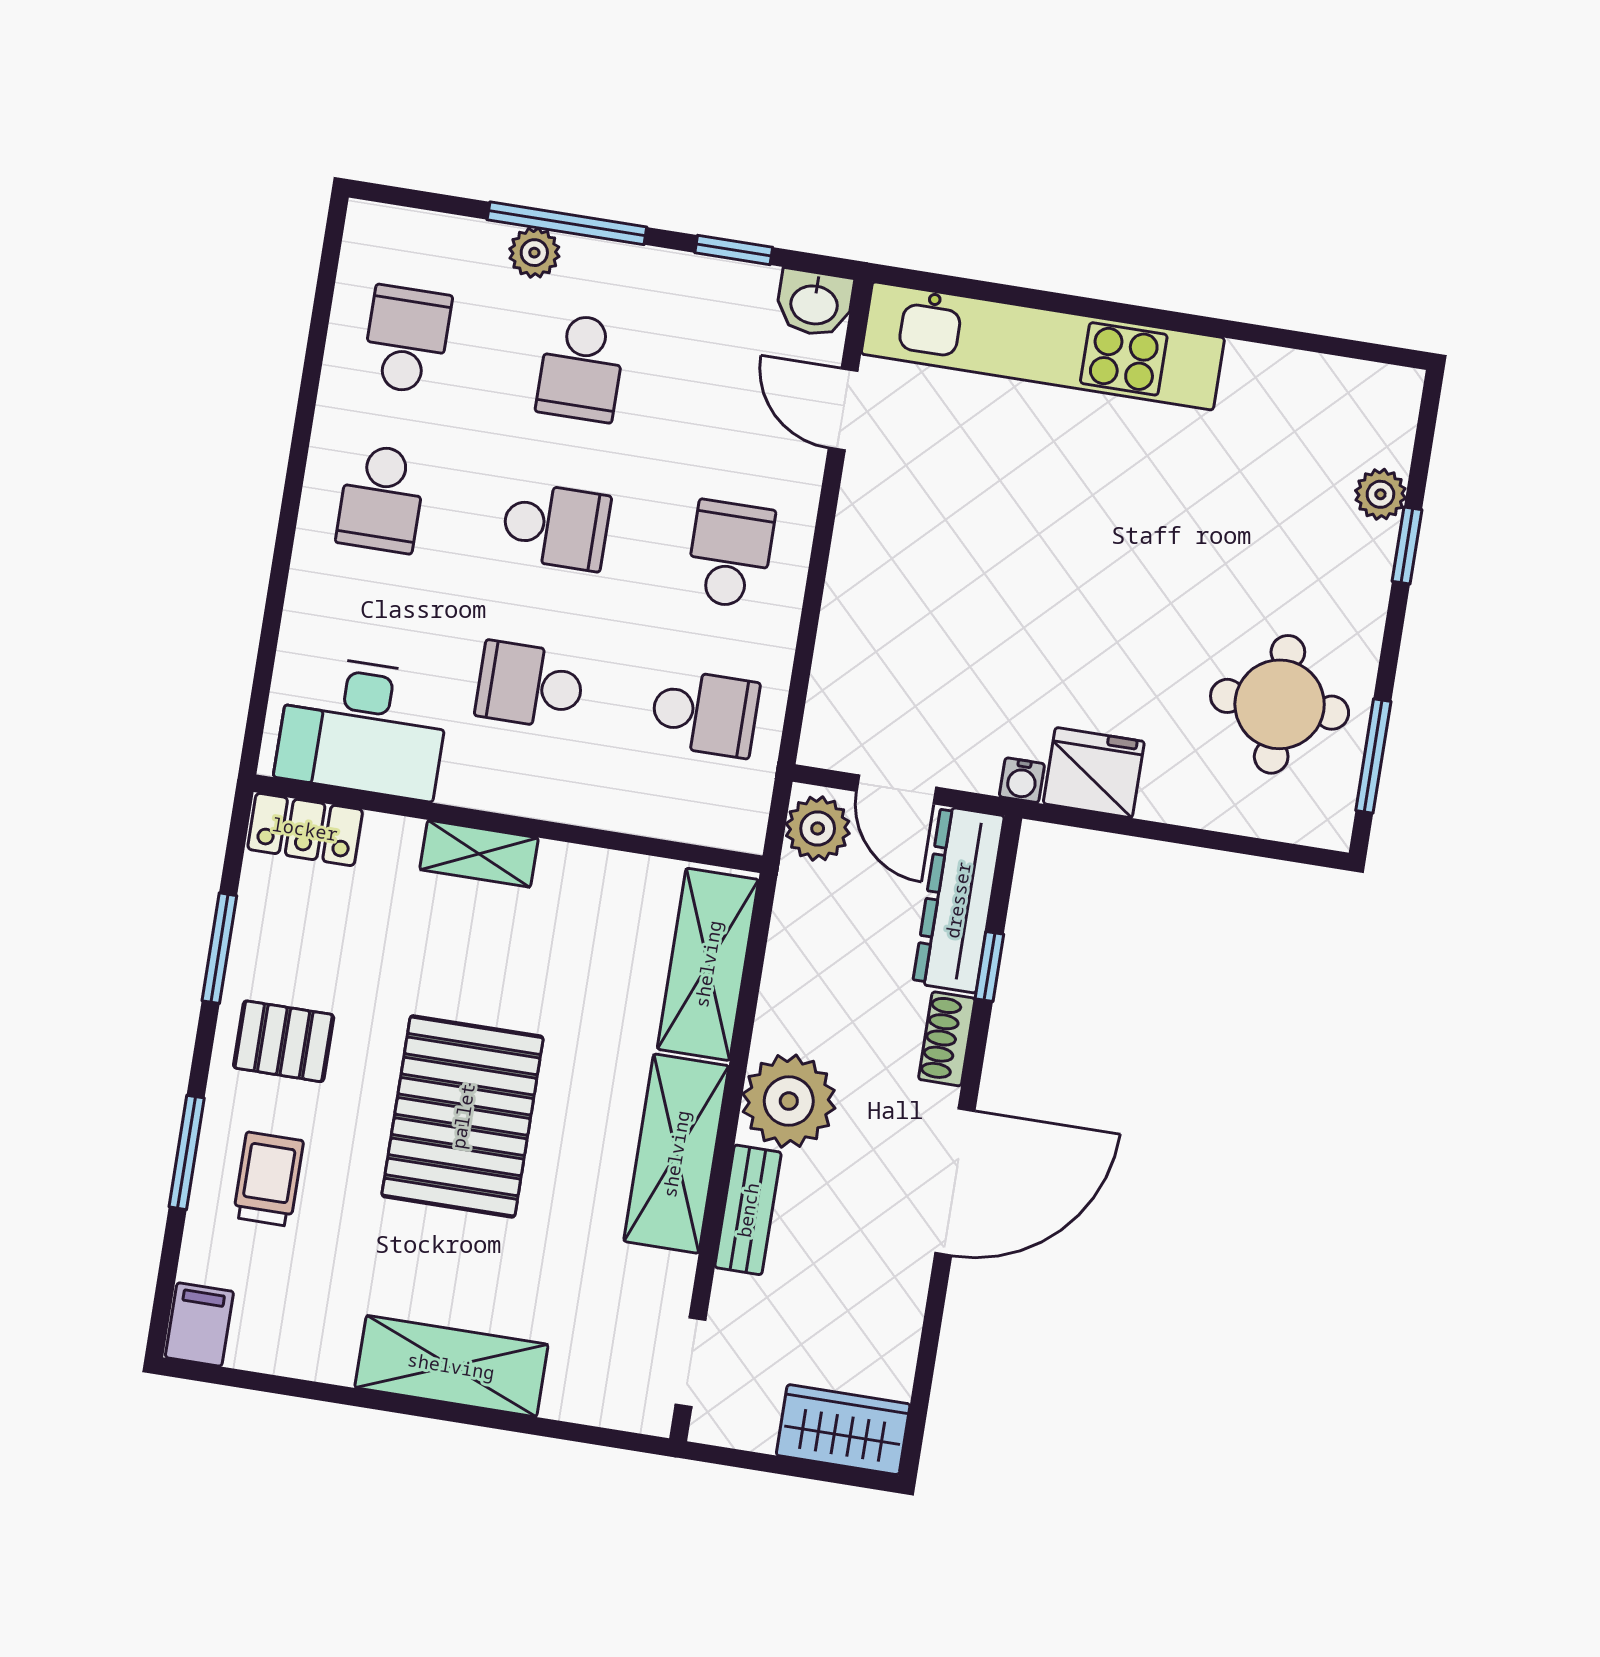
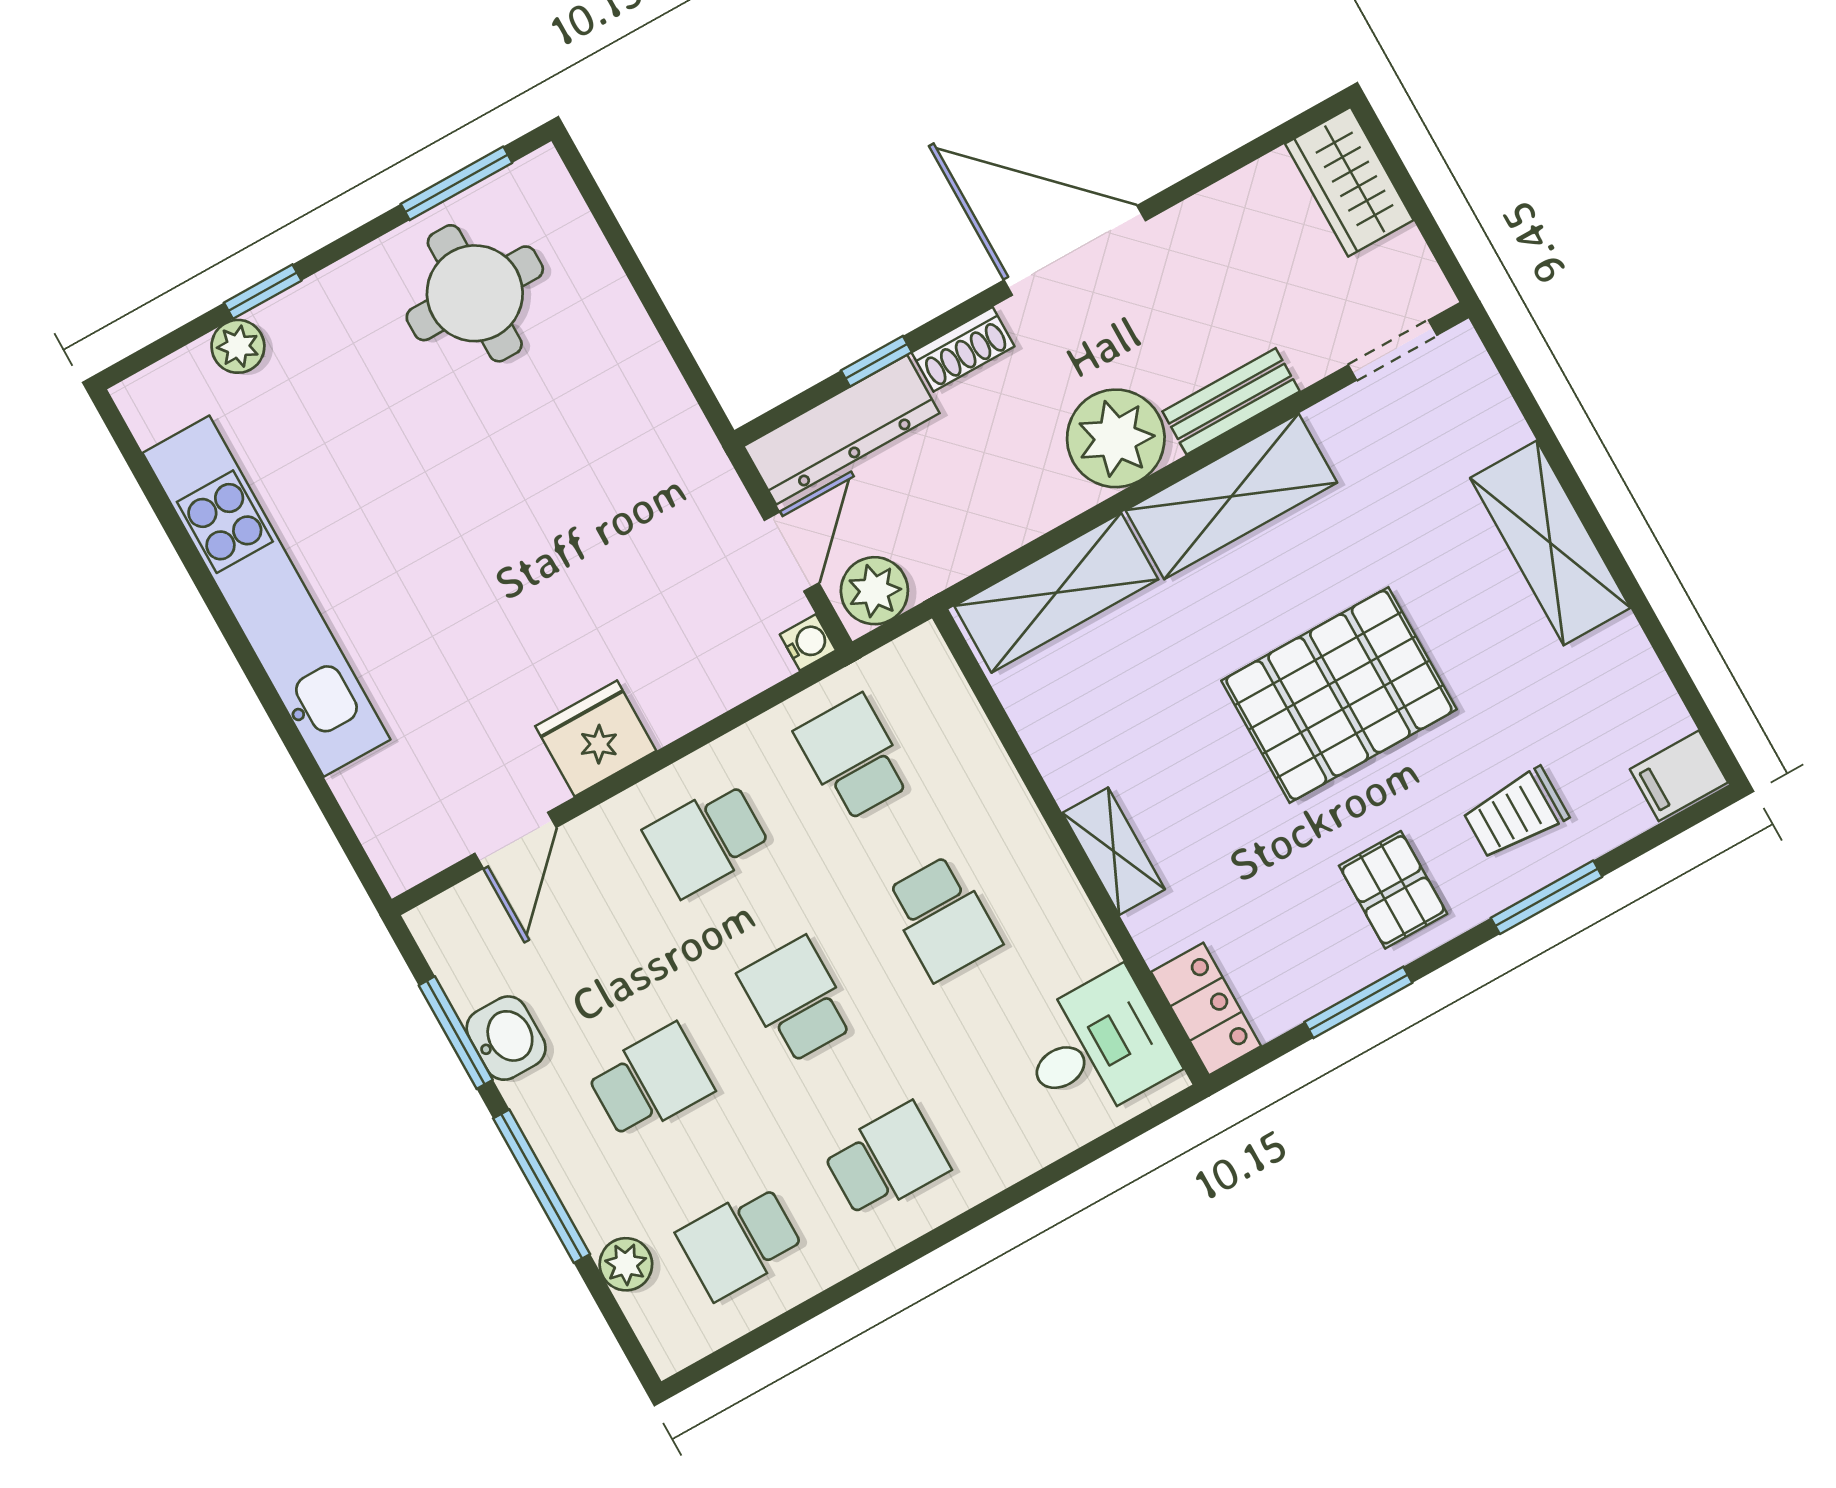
window: (734, 250) -> (456, 1033), width x1.50
plant: (534, 253) -> (626, 1264), moved
washbasin: (814, 303) -> (506, 1038), moved
kitchen unit: (1043, 346) -> (266, 596), moved
desk: (363, 727) -> (1096, 1048), width x0.73
fridge: (1094, 773) -> (596, 739), moved, turned 90
water cooler: (1022, 780) -> (808, 642), moved

